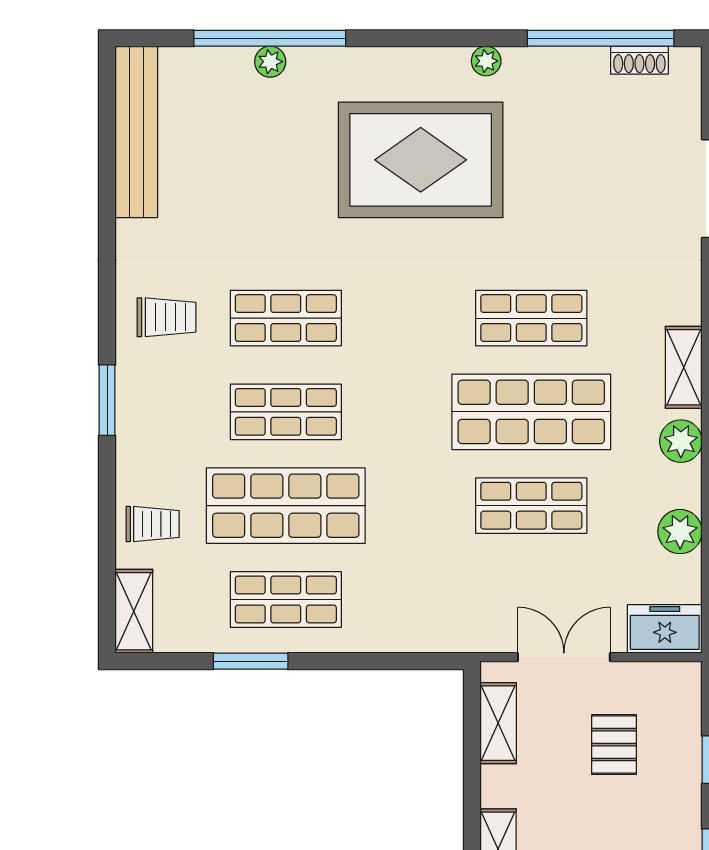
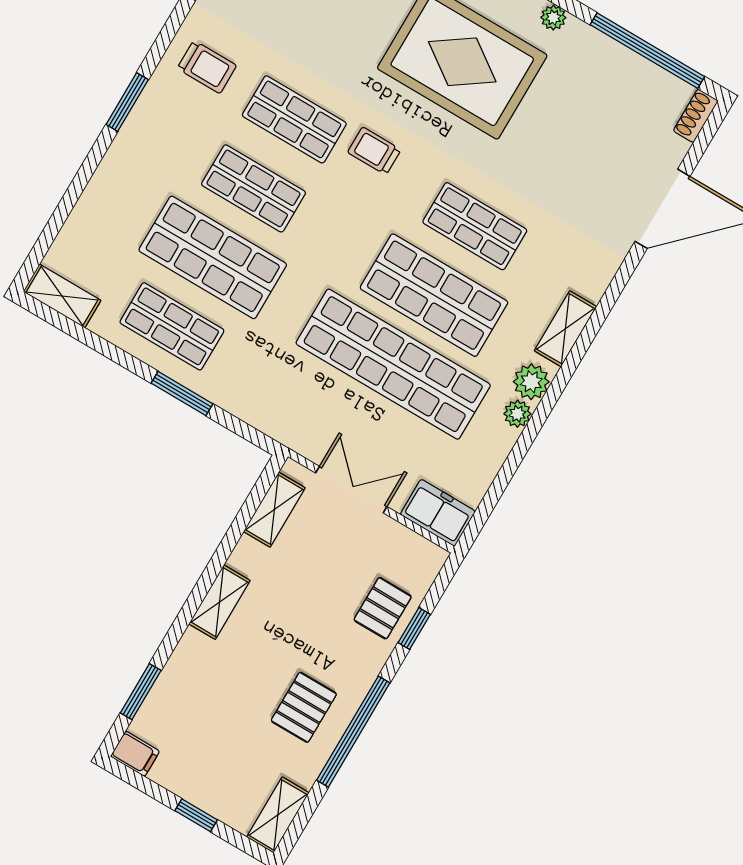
shoe rack: (639, 60) -> (696, 116), moved, turned 90
shop shelf: (531, 506) -> (393, 364), width x2.00, depth x1.36
trolley: (153, 524) -> (374, 151), moved, turned 180
plant: (680, 532) -> (517, 414), moved, width x0.73, depth x0.73
shelving: (134, 611) -> (62, 296), moved, turned 90
window: (251, 661) -> (182, 394), moved
pallet: (614, 745) -> (383, 608), moved

